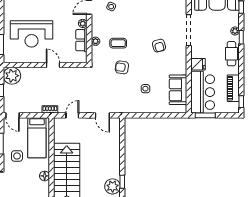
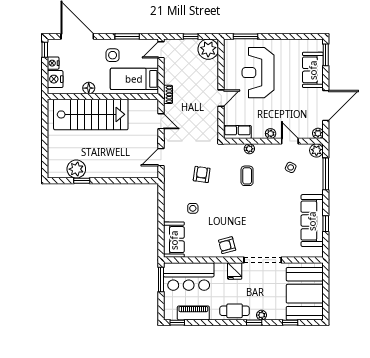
row of seats: (81, 40) -> (237, 132), moved
armchair: (159, 46) -> (227, 245), moved
fridge: (198, 64) -> (235, 271), moved
armchair: (122, 67) -> (202, 174), moved
sofa: (178, 90) -> (174, 240), moved, turned 90

